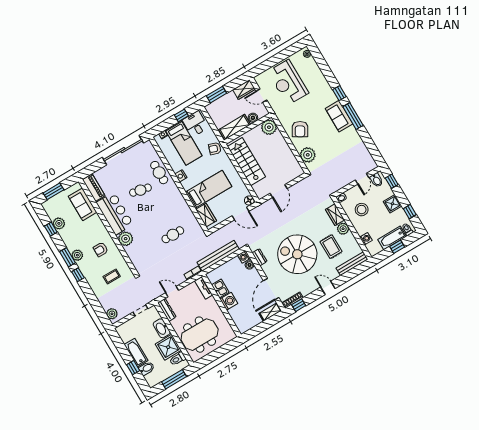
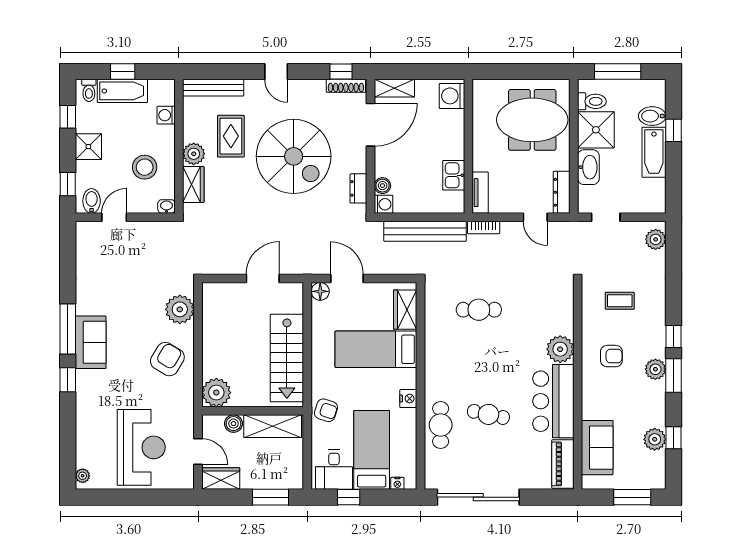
washing machine: (229, 301) -> (452, 96), moved

